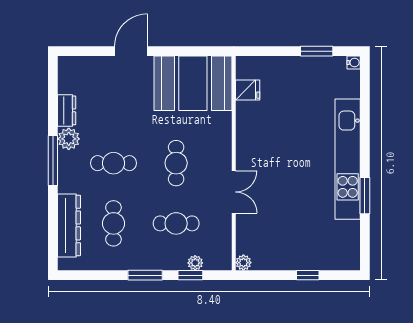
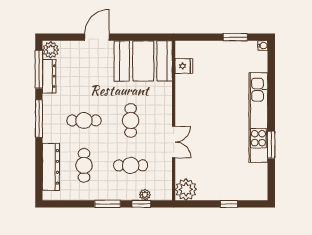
window: (53, 94) -> (39, 69), added
dresser: (67, 110) -> (49, 76), width x1.44
plant: (69, 139) -> (51, 50), moved
plant: (243, 263) -> (186, 189), width x1.88, depth x1.88

